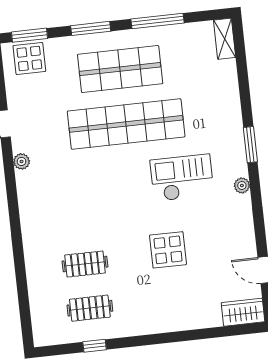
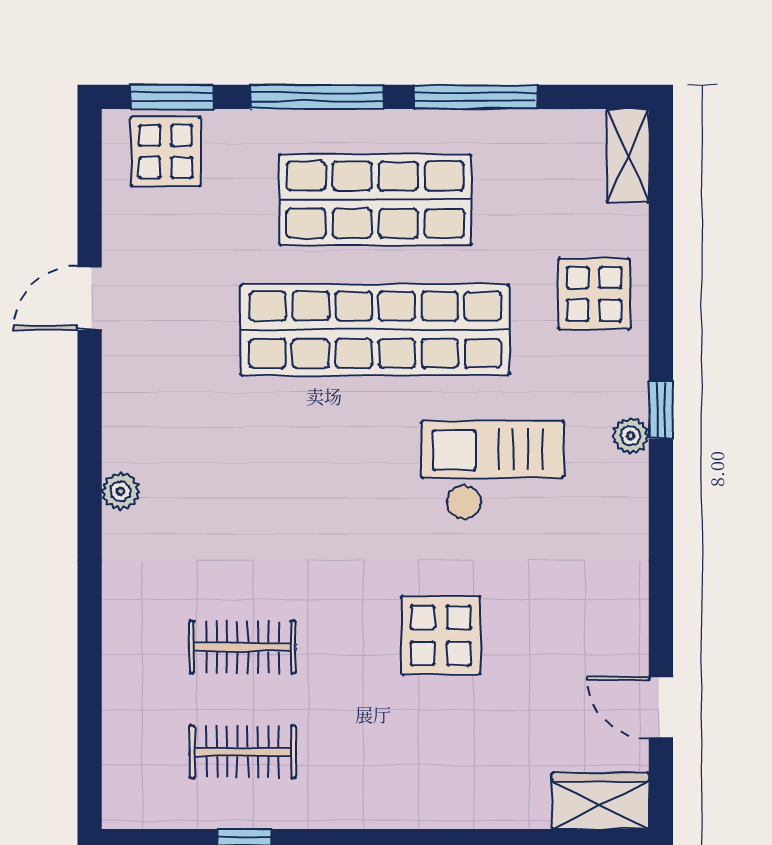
window: (91, 28) -> (317, 97), width x1.44
display table: (217, 99) -> (594, 294), added
window: (250, 145) -> (661, 410), width x0.67
plant: (22, 161) -> (121, 491), moved
plant: (242, 185) -> (630, 436), moved

